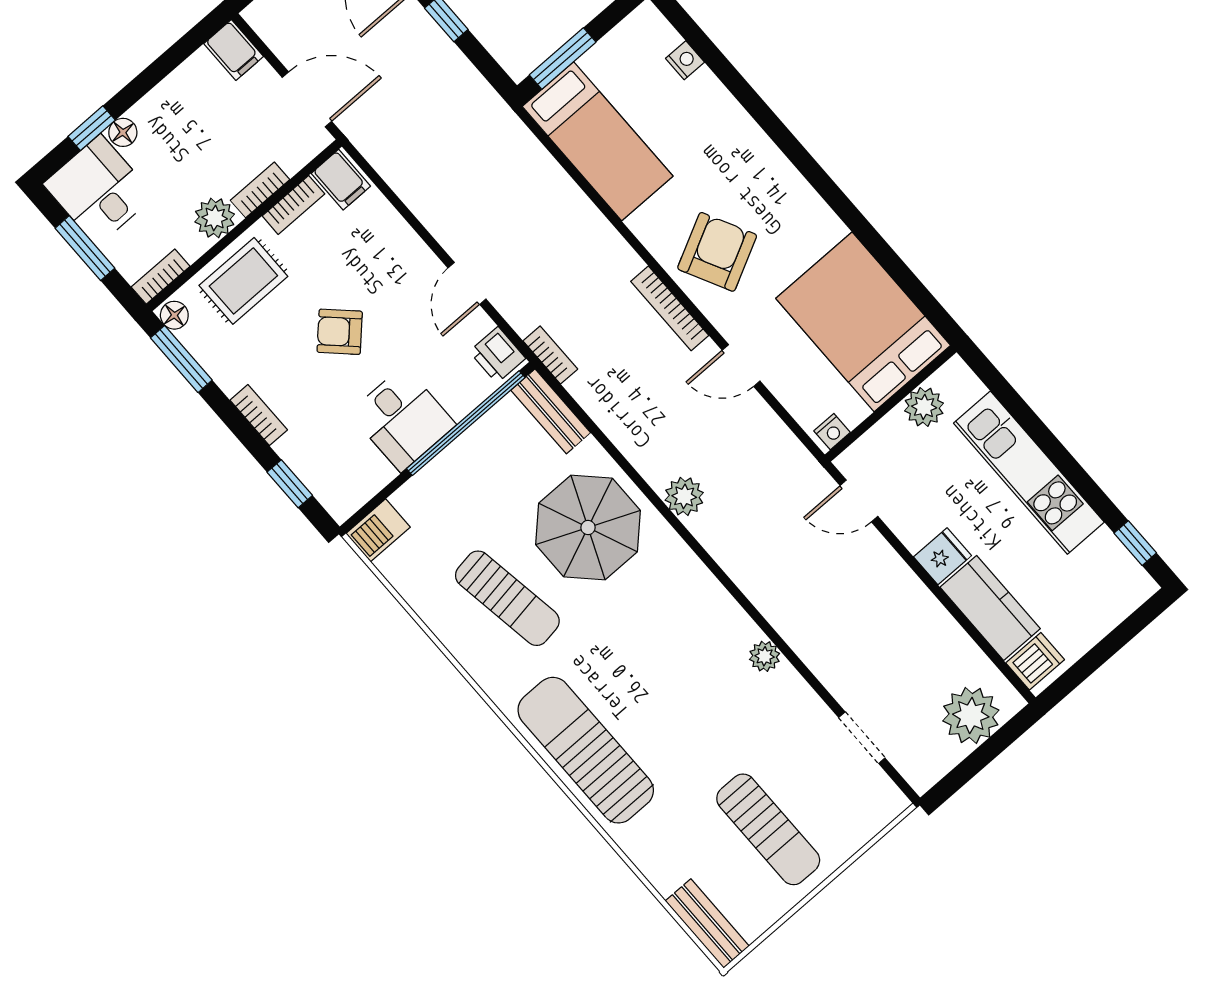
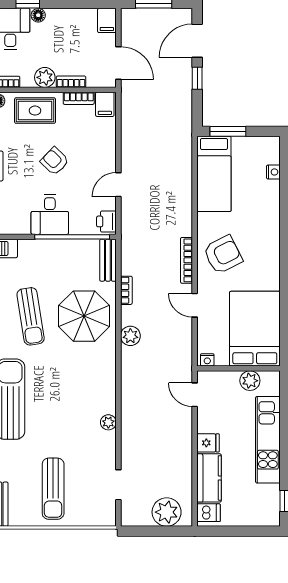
bookcase: (550, 355) -> (126, 290), moved

